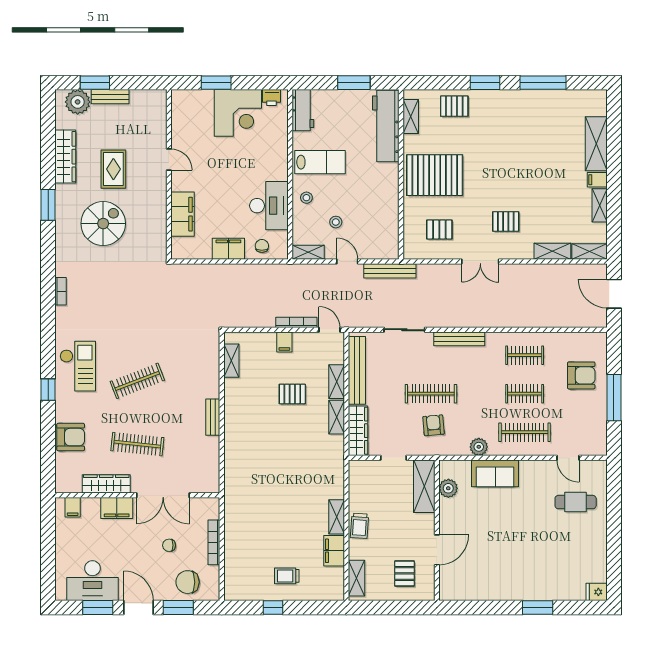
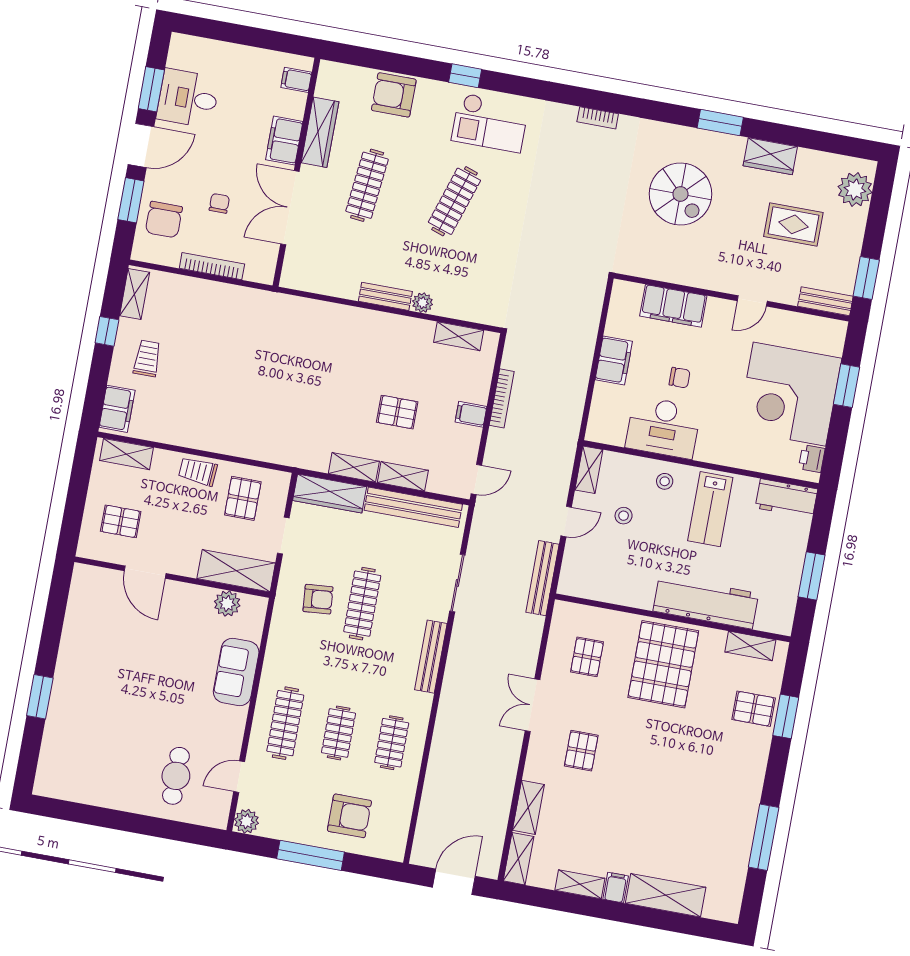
window: (95, 83) -> (866, 278), moved
window: (485, 83) -> (786, 716), moved
bench: (110, 97) -> (825, 301), moved, turned 90
pallet: (454, 106) -> (754, 709), turned 90
corner desk: (238, 113) -> (789, 394), width x1.36, depth x1.36
workbench: (386, 126) -> (706, 602), moved
wardrobe: (65, 157) -> (770, 156), width x0.67
rug: (113, 169) -> (793, 224), moved
chair: (262, 246) -> (680, 378), moved
bookcase: (296, 322) -> (502, 398), moved
armchair: (581, 375) -> (349, 816), turned -90
clothes rail: (137, 381) -> (454, 201), turned 39
plant: (212, 390) -> (423, 303), added
pallet: (292, 394) -> (397, 412), turned 90
armchair: (71, 437) -> (394, 95), turned 90
plant: (479, 447) -> (246, 821), moved
pallet: (373, 491) -> (243, 498), added
shelving: (337, 517) -> (135, 294), moved, turned 90
filing cabinet: (334, 551) -> (117, 409), moved, turned 90
desk: (92, 581) -> (188, 98), width x0.73
chair: (188, 582) -> (164, 220), turned 180
fridge: (597, 592) -> (46, 782), removed

